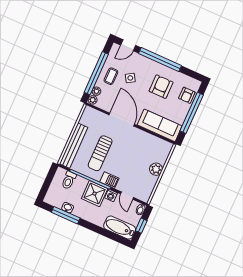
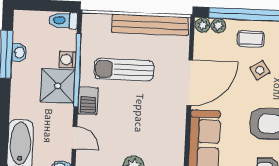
bench: (74, 146) -> (150, 25), moved
toilet: (69, 180) -> (63, 20), moved
washing machine: (111, 195) -> (67, 60), moved
door: (127, 196) -> (74, 138), swing flipped

